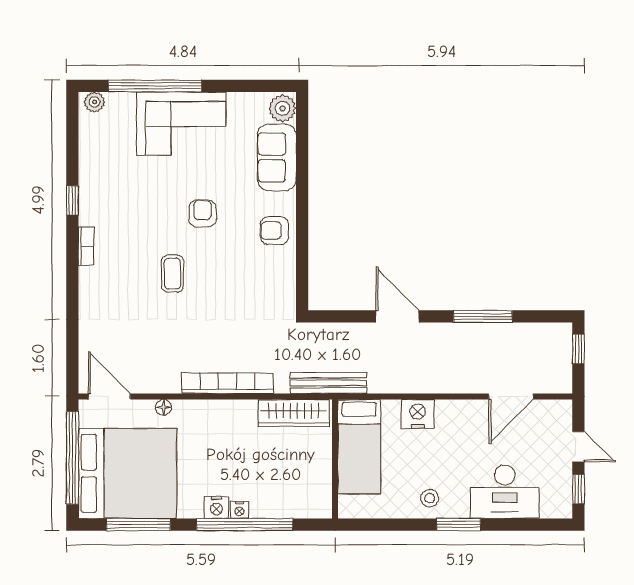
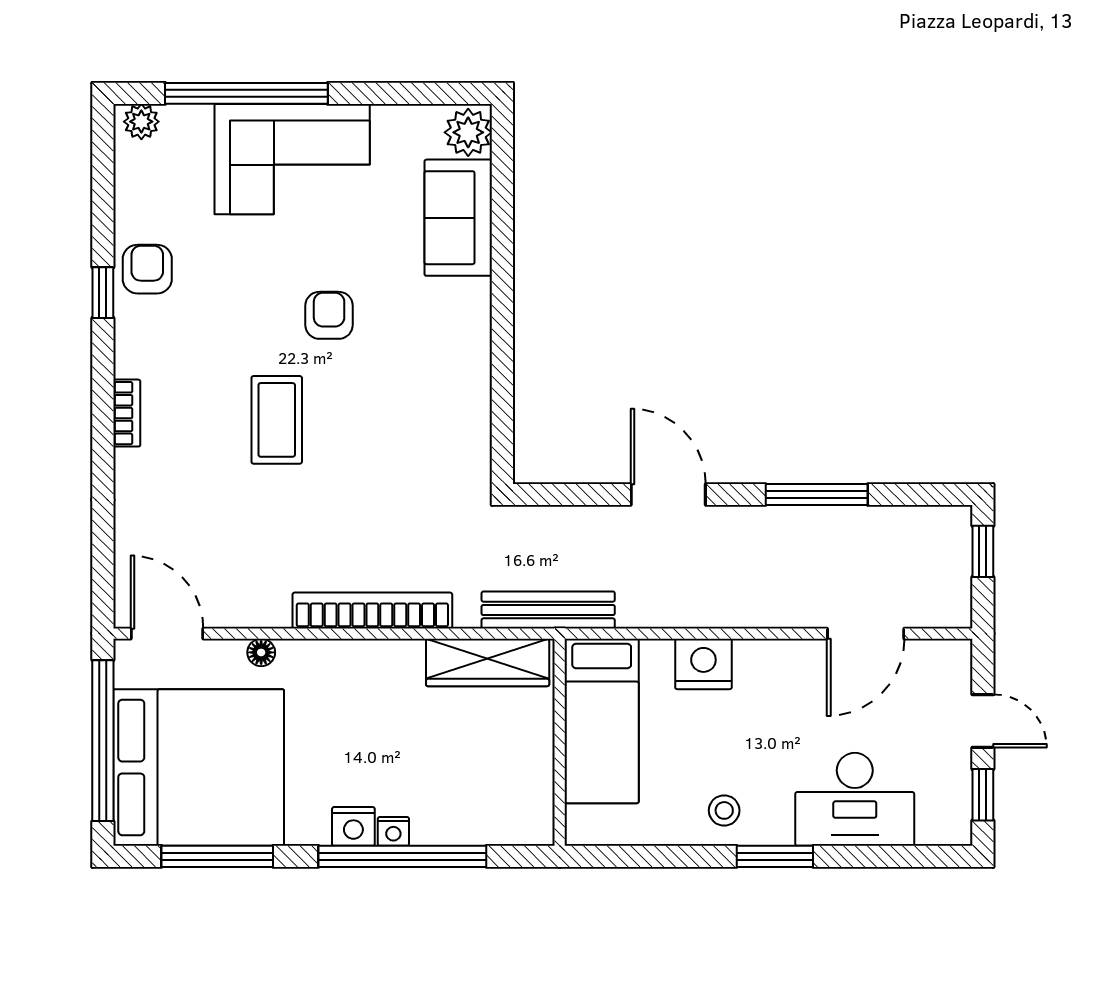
armchair: (274, 231) -> (147, 269), moved, turned 90
bookcase: (86, 246) -> (127, 413), moved
coffee table: (172, 274) -> (277, 420), width x1.36, depth x1.30

